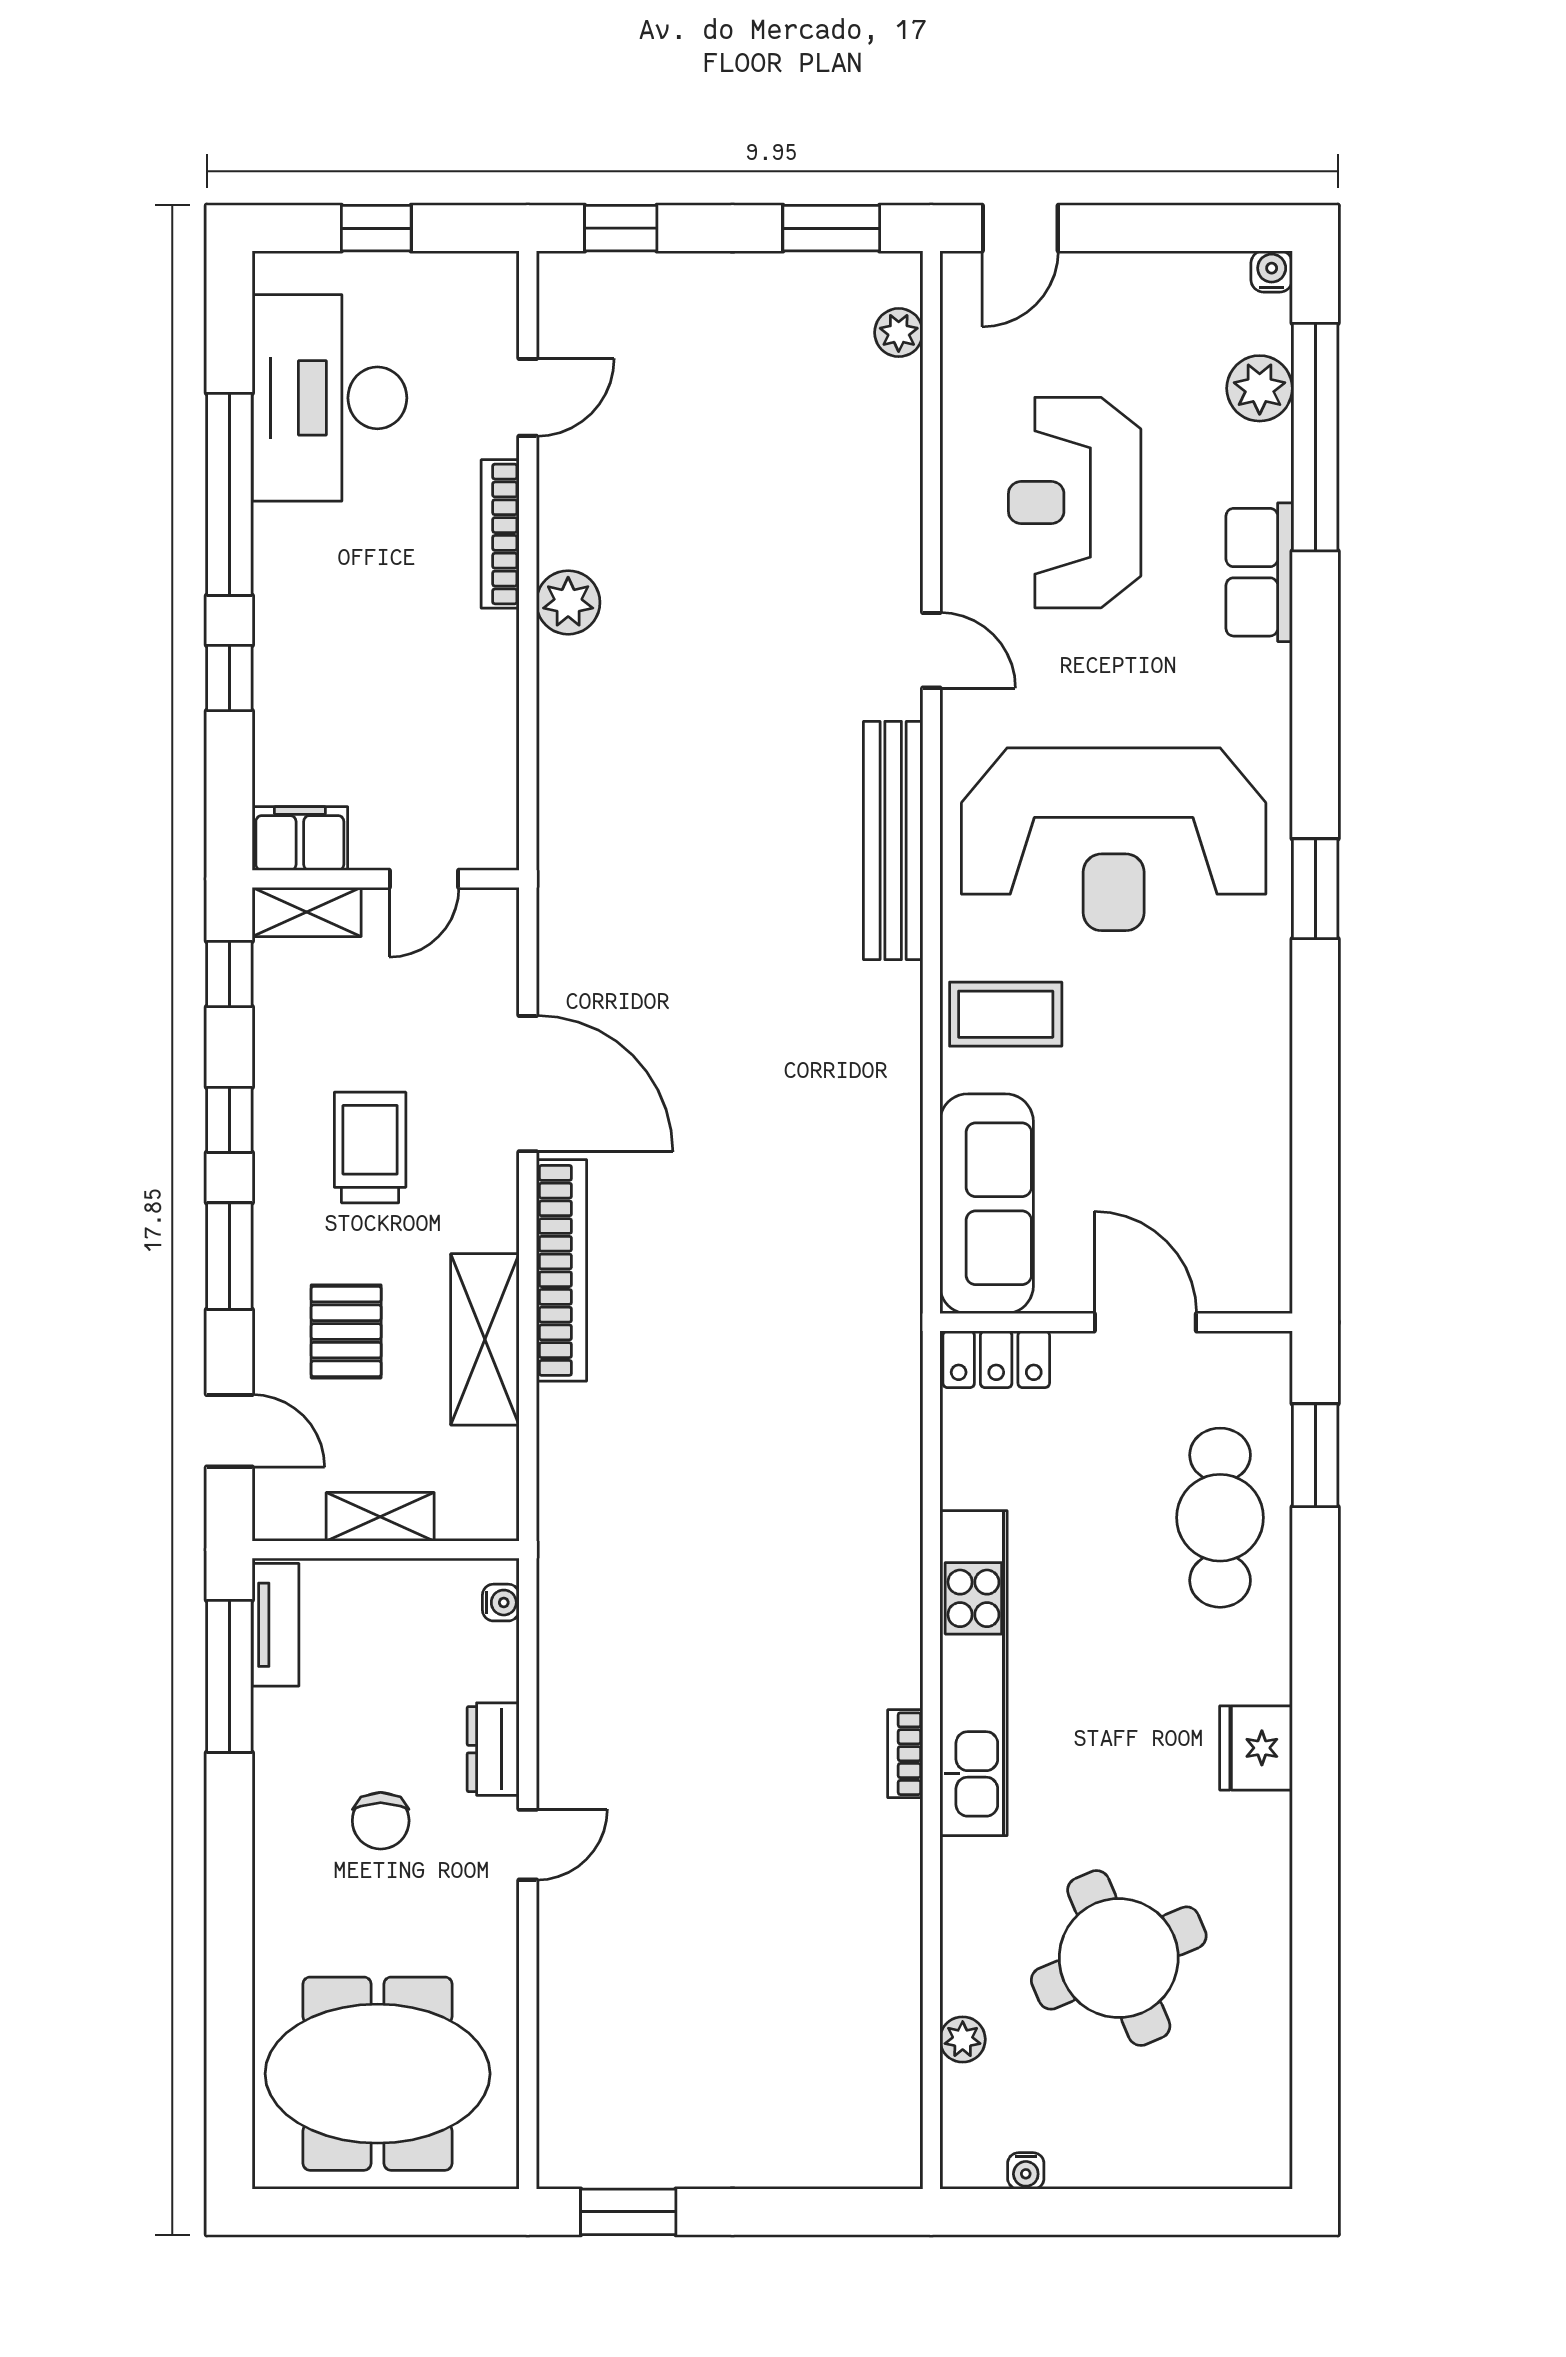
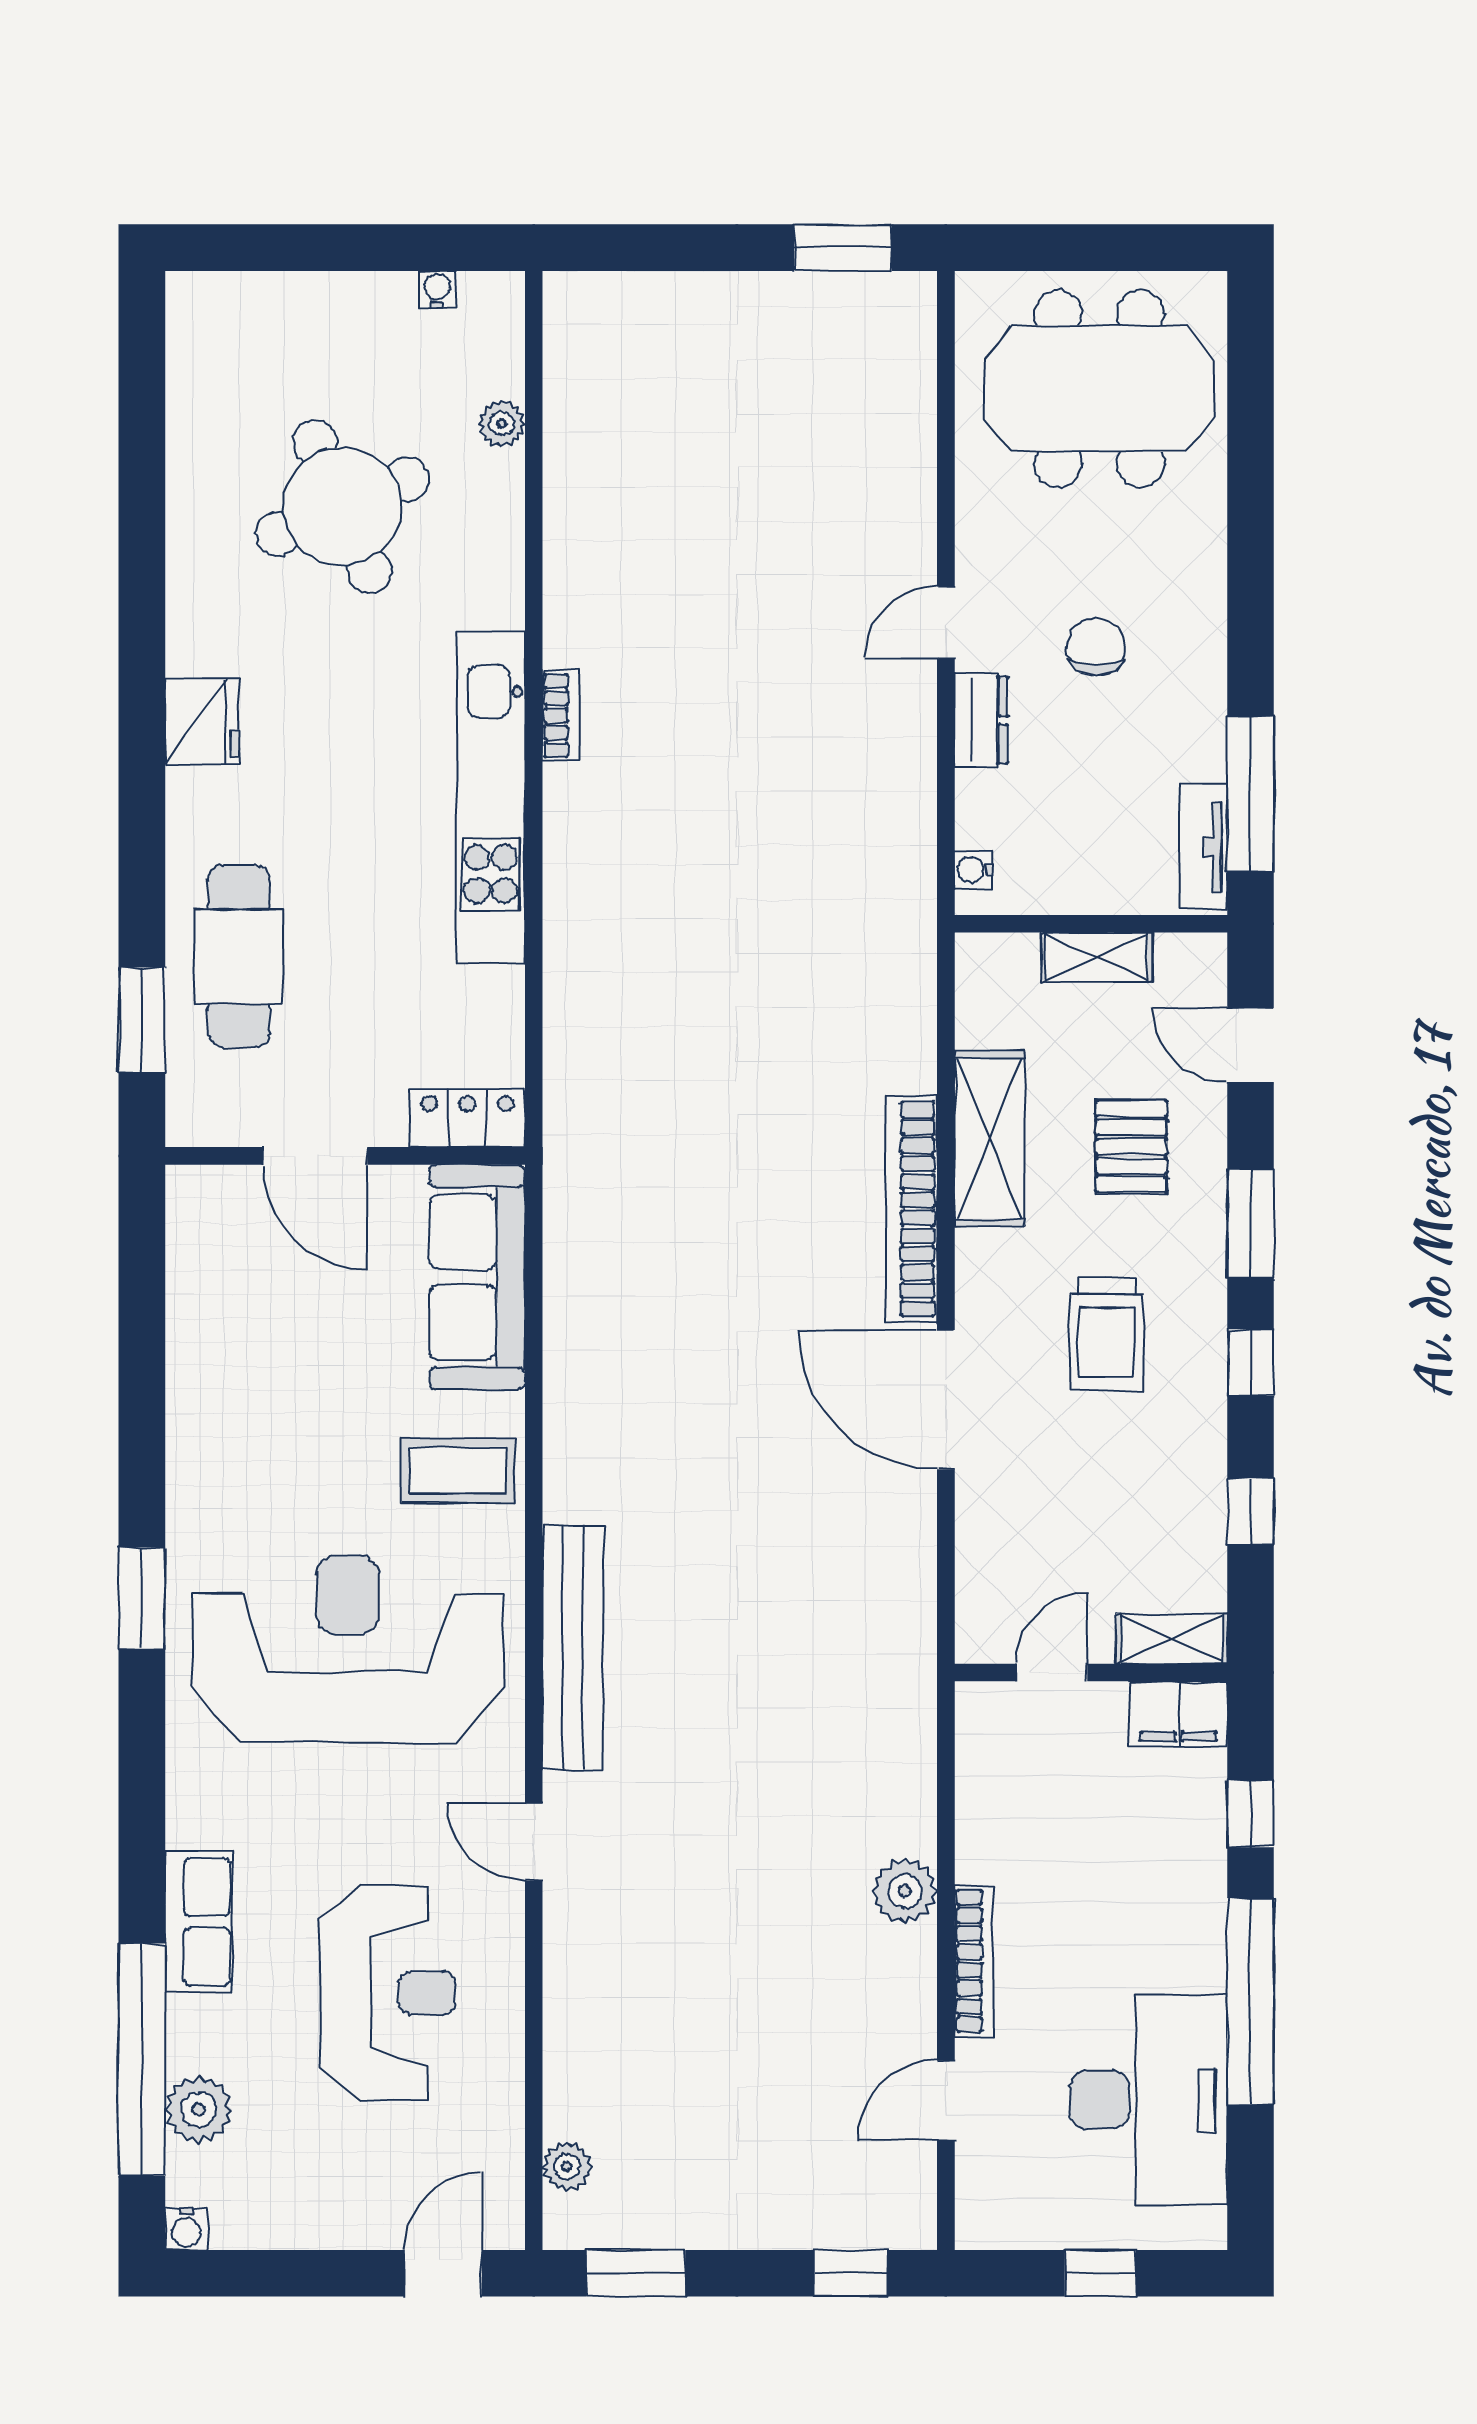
filing cabinet: (300, 838) -> (1179, 1714), moved
wall: (386, 879) -> (1091, 1673), moved
door: (424, 879) -> (1052, 1673), moved
shelving: (307, 912) -> (1172, 1639), moved

